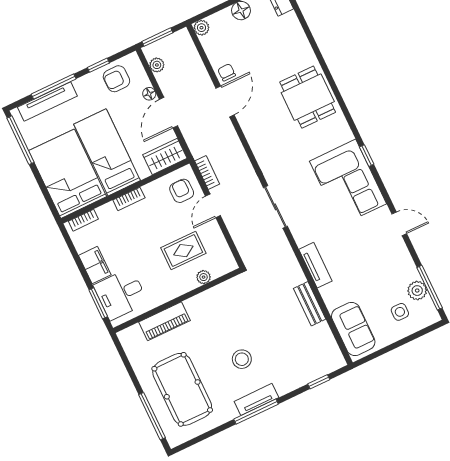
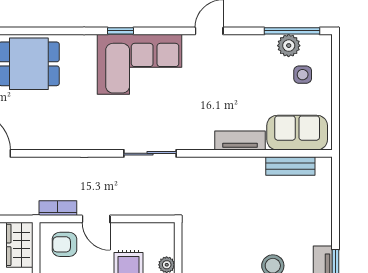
sliding door: (275, 207) -> (150, 153), moved
tv unit: (315, 265) -> (240, 140), moved
bench: (310, 304) -> (290, 166), moved
window: (319, 382) -> (335, 196), removed

